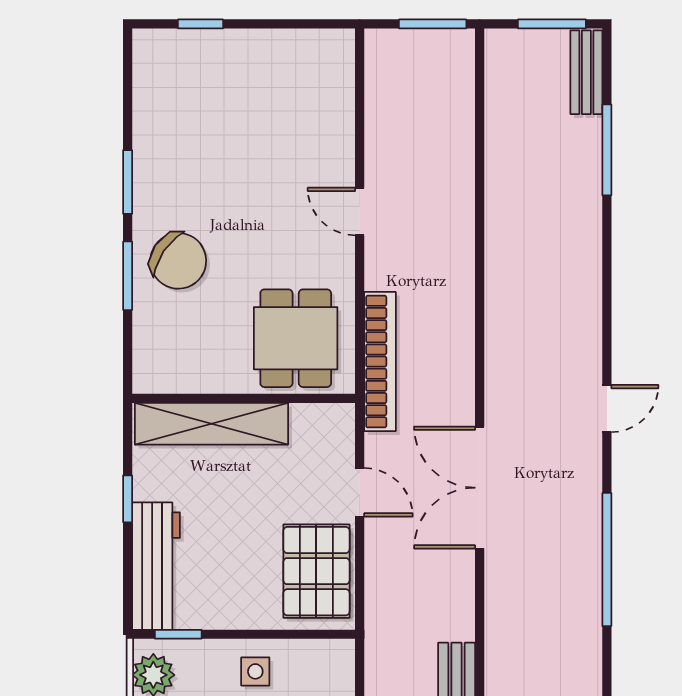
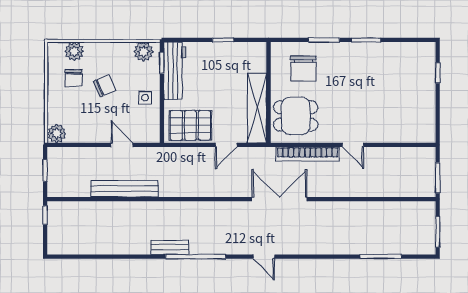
bench: (586, 72) -> (170, 247), moved
door: (360, 211) -> (353, 145), swing flipped
chair: (178, 261) -> (303, 69), moved, turned -34
bookcase: (380, 362) -> (307, 154), moved
shelving: (211, 424) -> (257, 108), moved
double door: (480, 488) -> (279, 199), moved
workbench: (156, 566) -> (175, 71), moved, turned -90

